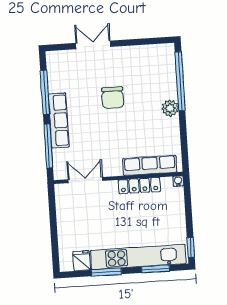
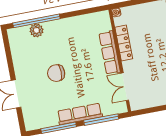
chair: (113, 98) -> (56, 73), turned 180
plant: (170, 108) -> (36, 30), moved
row of seats: (150, 165) -> (110, 53), moved

